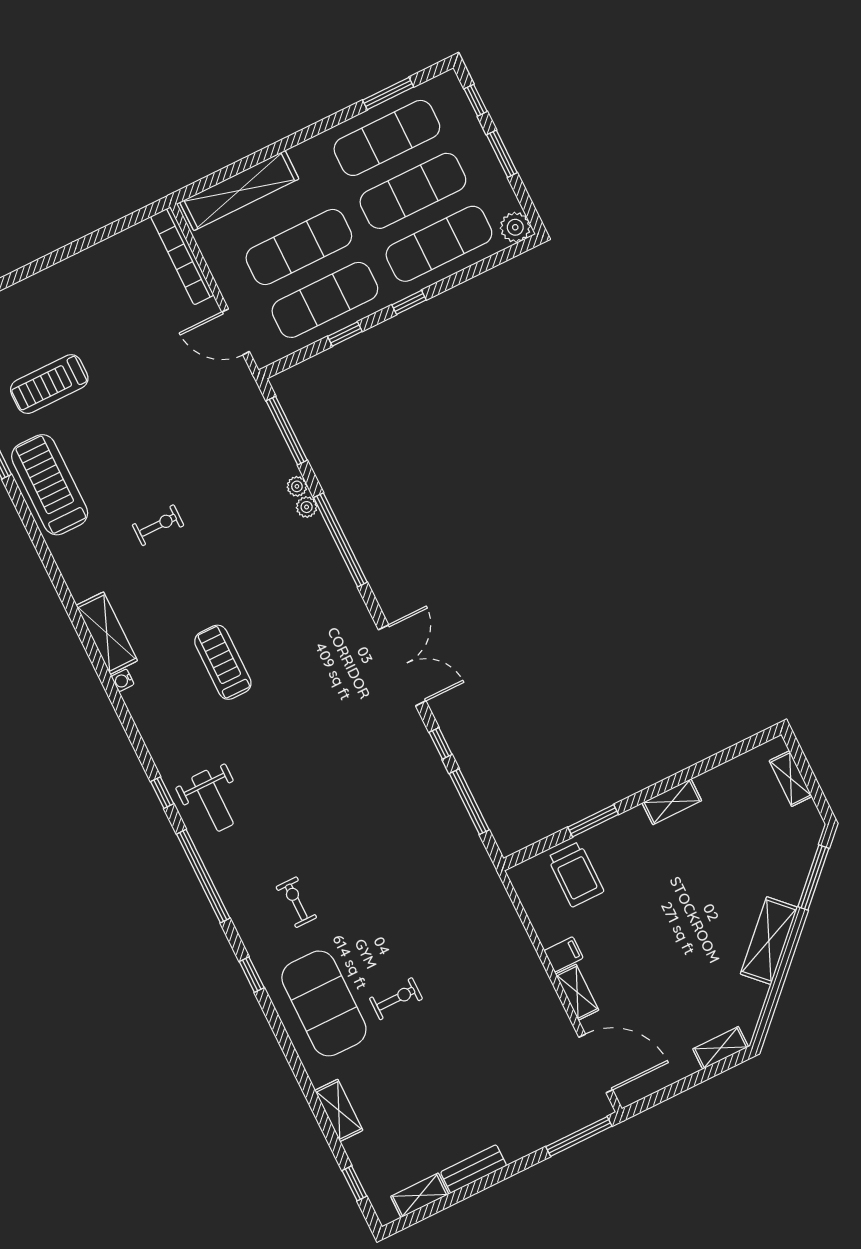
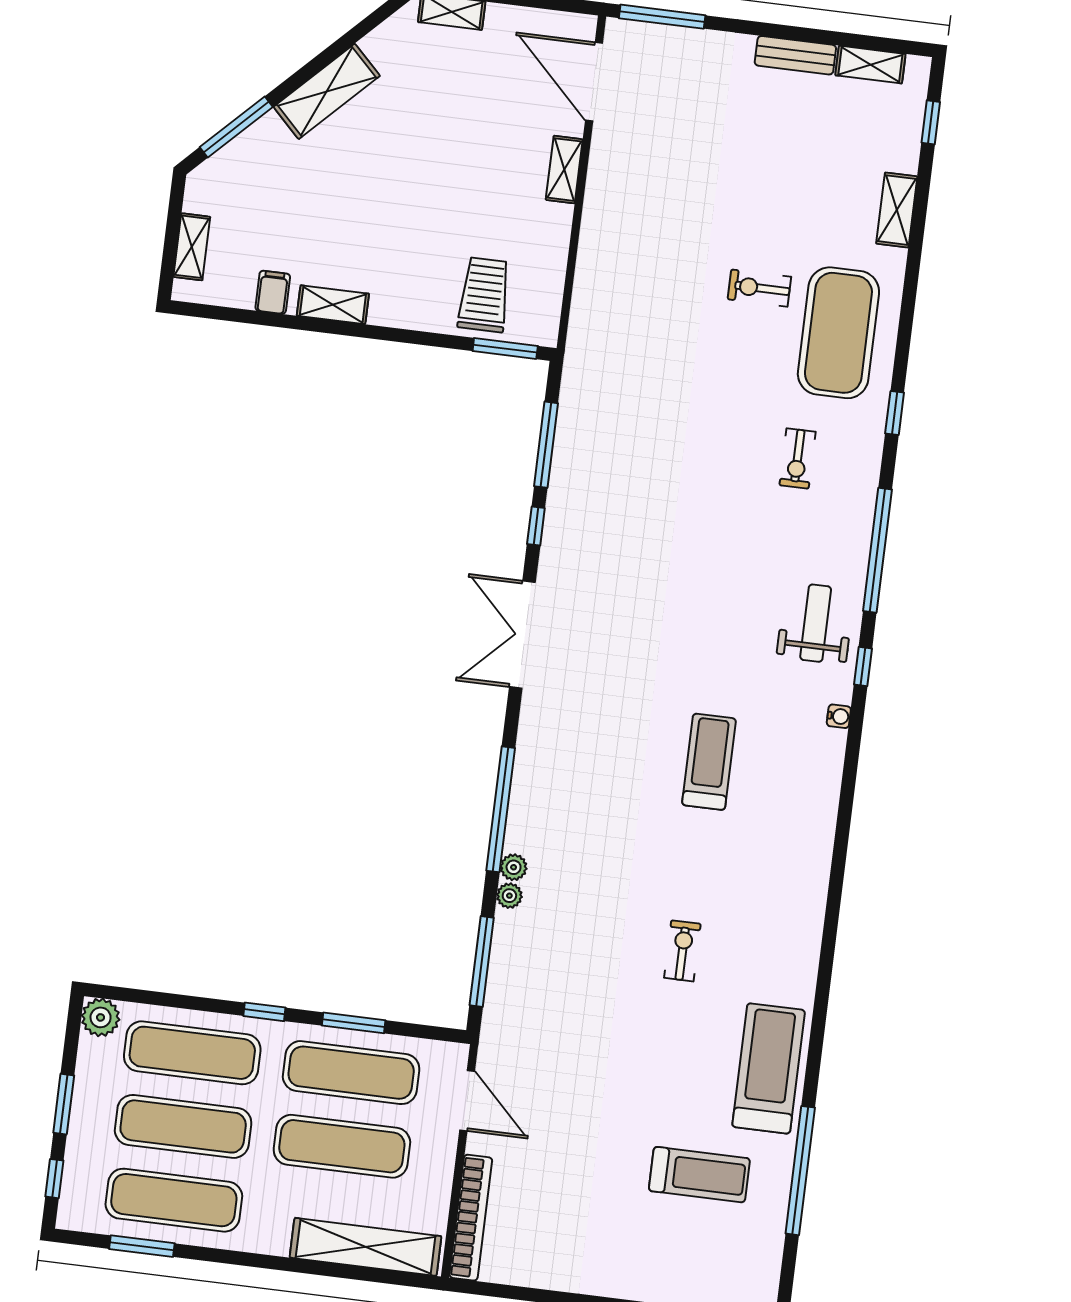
window: (345, 334) -> (354, 1023), width x1.50
treadmill: (50, 485) -> (769, 1068), turned 180
exercise bike: (158, 525) -> (682, 951), turned 90
shelving: (107, 633) -> (811, 873), removed
treadmill: (223, 662) -> (709, 762), turned 180
water cooler: (123, 680) -> (839, 716), moved
window: (593, 821) -> (505, 349), moved
filing cabinet: (564, 954) -> (273, 292), moved, turned 90

